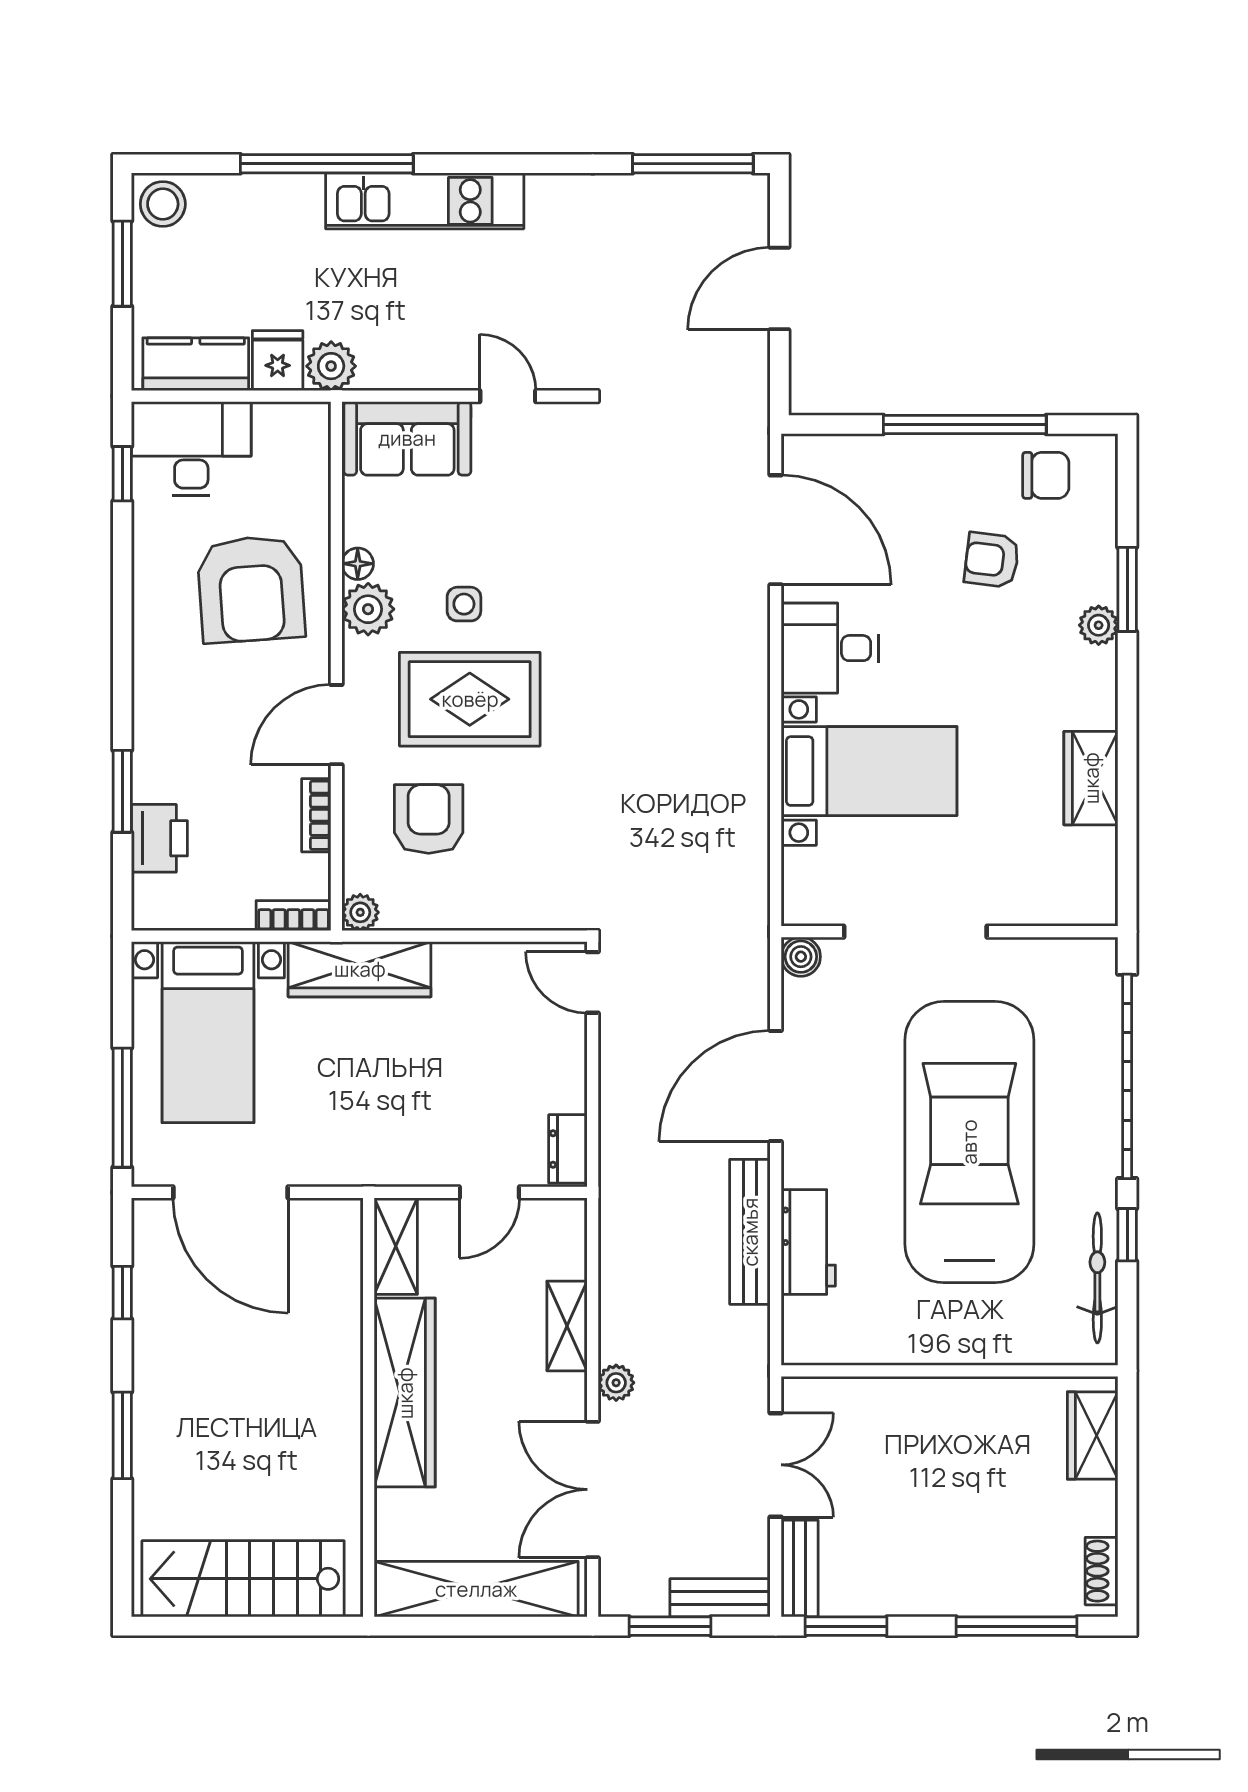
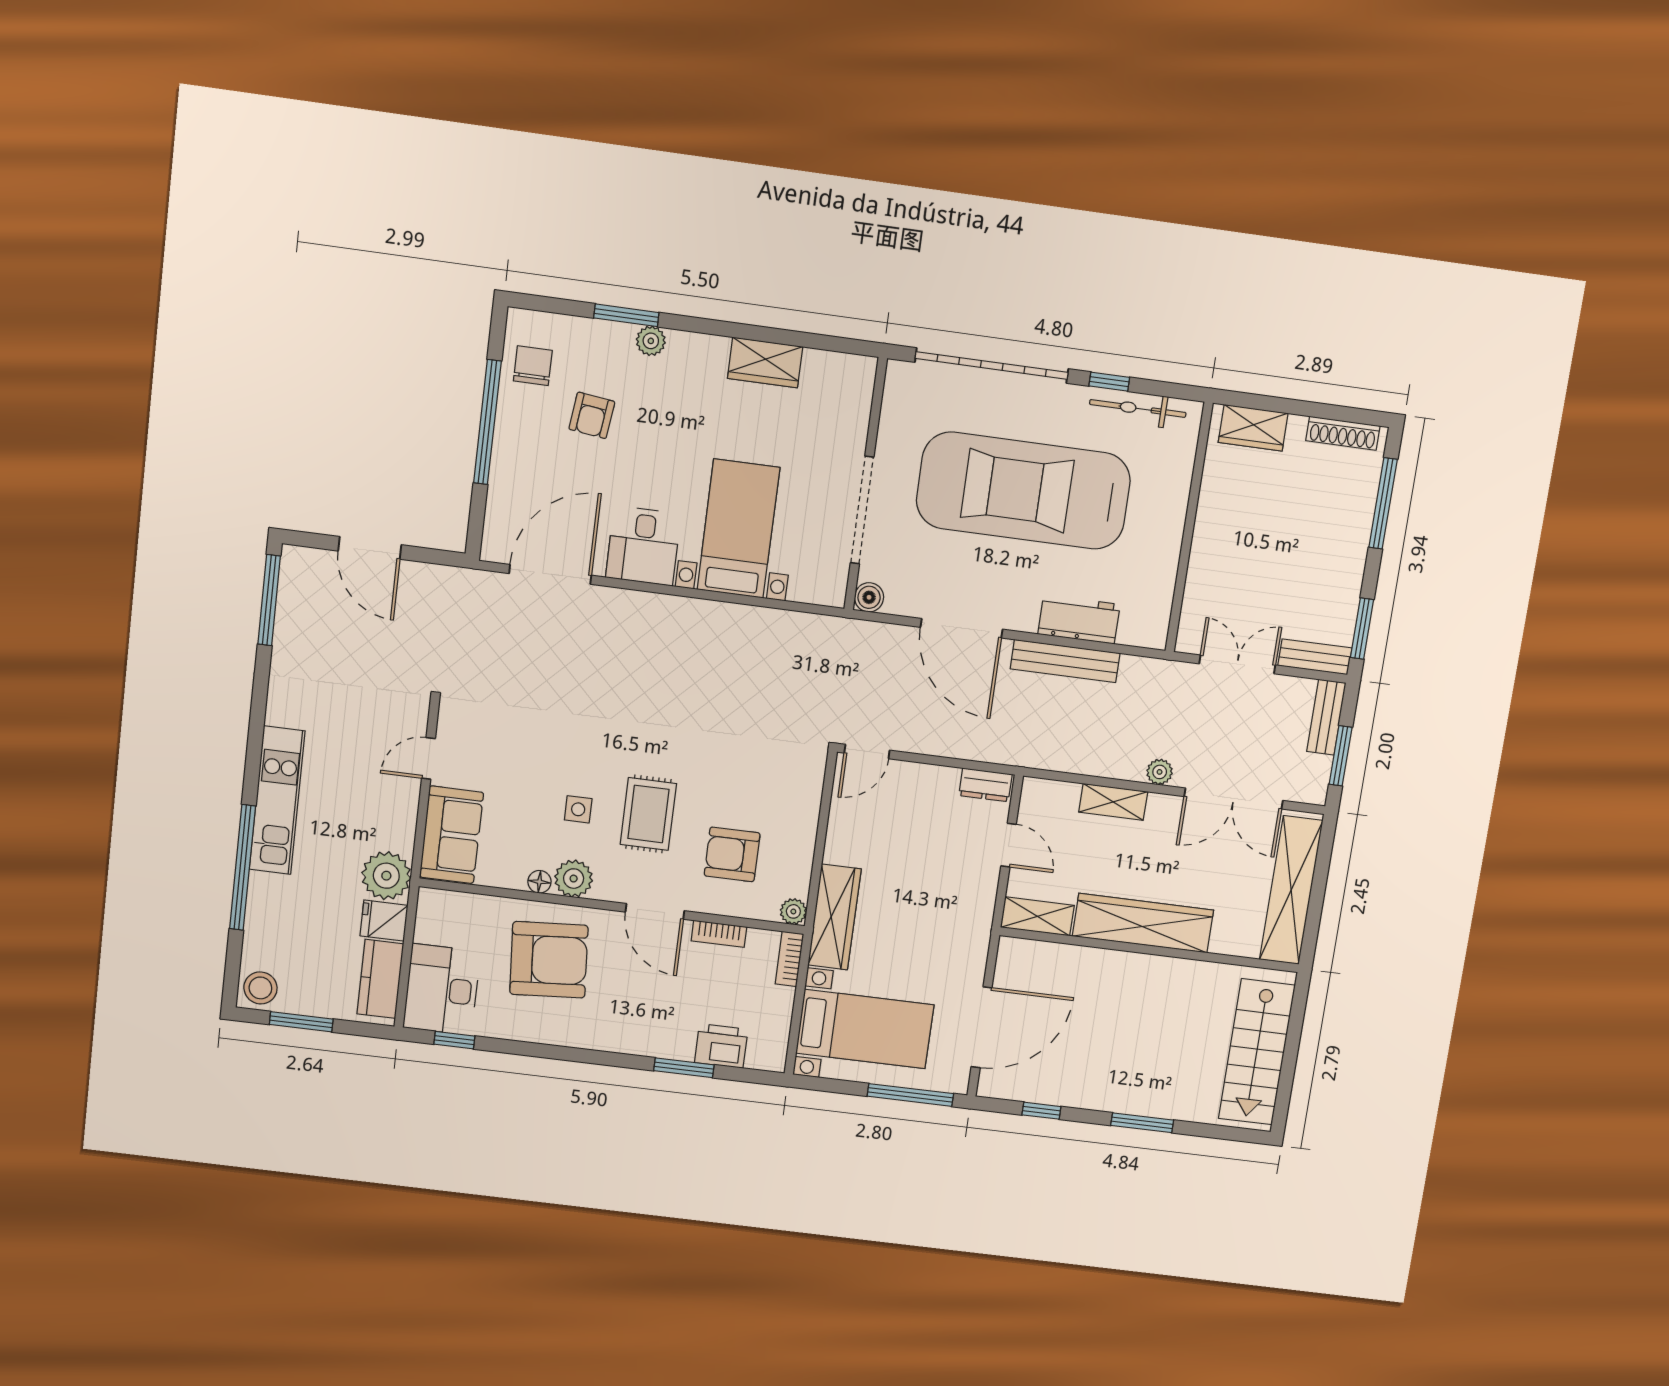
plant: (331, 366) -> (386, 876), width x1.36, depth x1.36
rug: (470, 699) -> (648, 814), width x0.73, depth x0.70
shoe rack: (1102, 1571) -> (1343, 433), width x1.43

